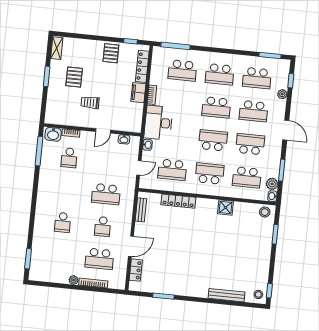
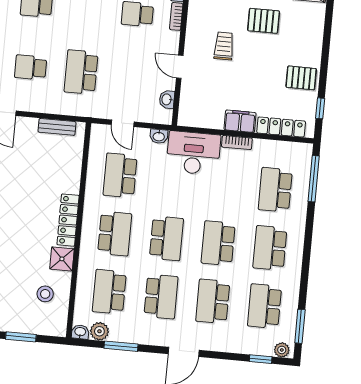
plant: (282, 94) -> (282, 350), moved
locker: (178, 201) -> (68, 220), moved
stool: (265, 212) -> (45, 294), moved

